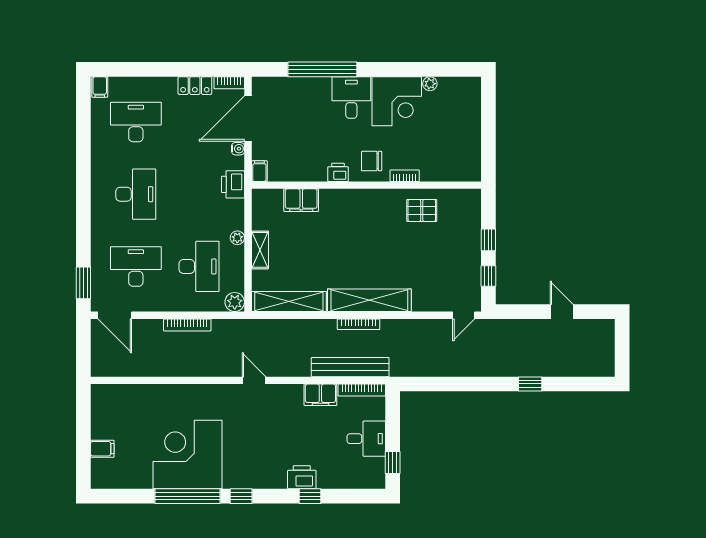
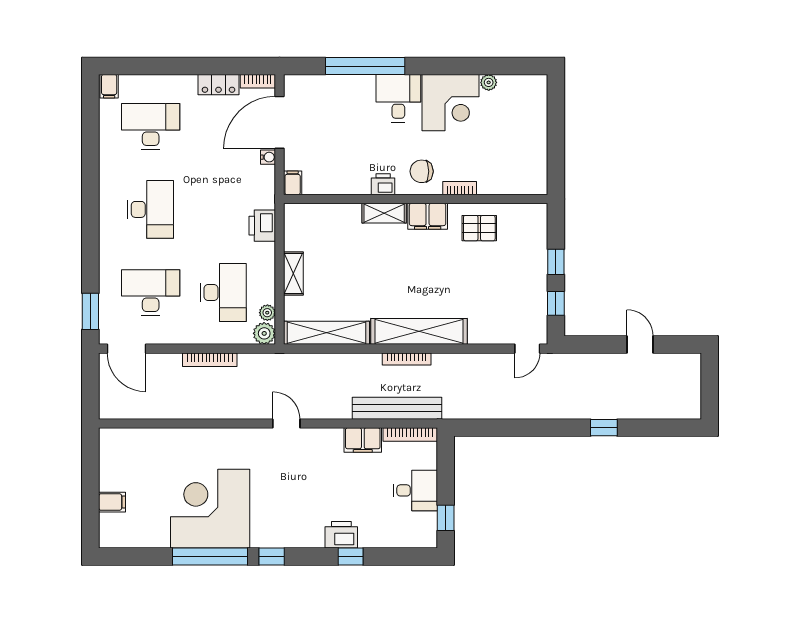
printer: (233, 184) -> (262, 226), moved
shelving: (339, 197) -> (384, 213), added
filing cabinet: (301, 200) -> (428, 216), moved
plant: (237, 238) -> (267, 313), moved

